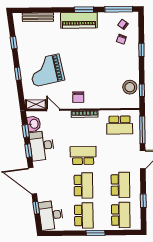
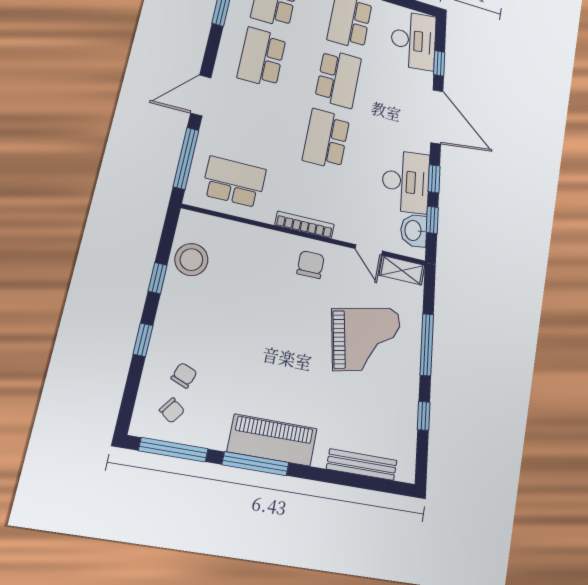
window: (84, 10) -> (256, 464), width x1.44
window: (18, 74) -> (427, 345), width x2.17
window: (142, 90) -> (158, 278), moved
school desk: (83, 155) -> (326, 139), turned 90
school desk: (83, 185) -> (338, 79), turned 180

